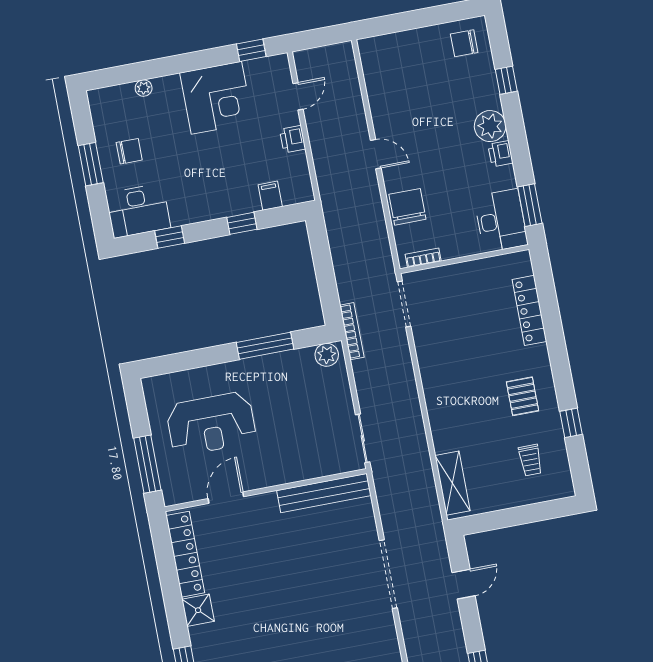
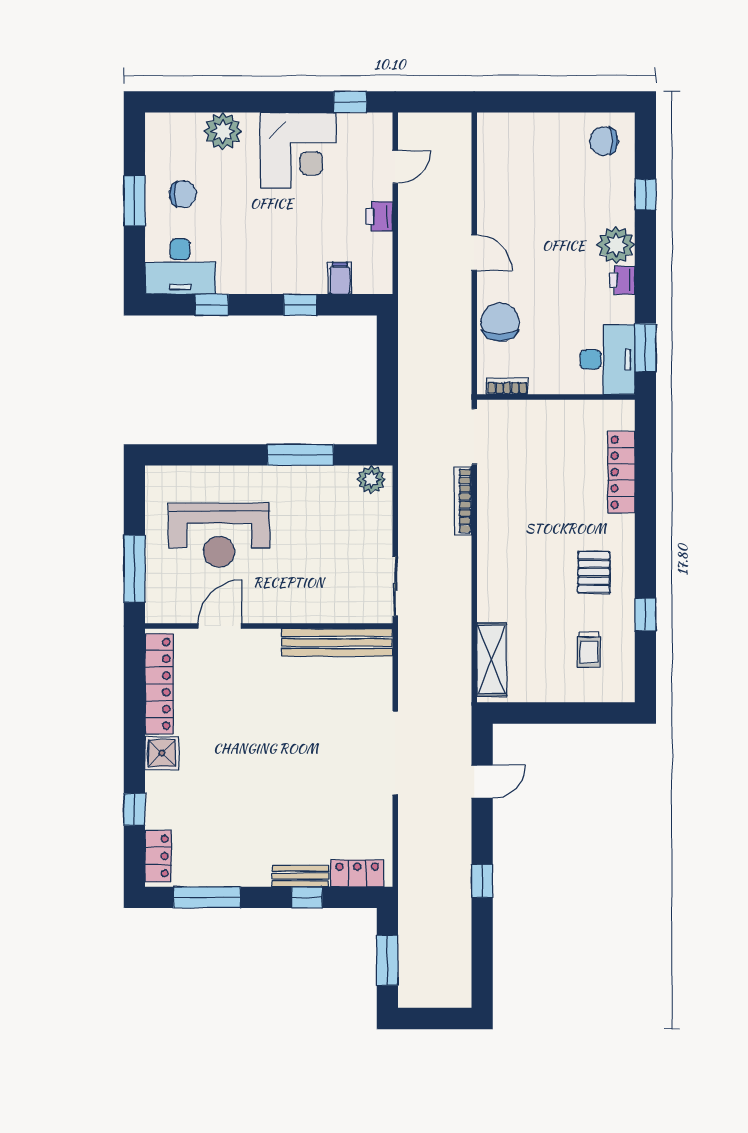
plant: (144, 88) -> (223, 131), width x1.87, depth x1.87
bookcase: (352, 331) -> (463, 501), moved, turned 180

